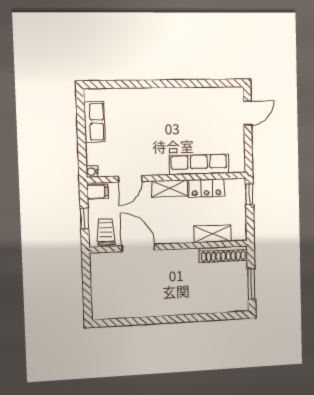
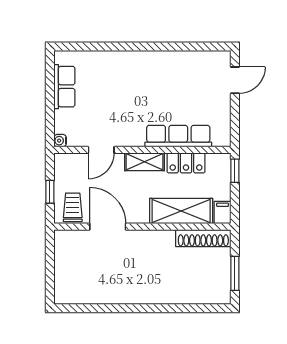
filing cabinet: (97, 192) -> (223, 213), moved, turned -90
shelving: (213, 234) -> (181, 211), width x1.50, depth x1.33

